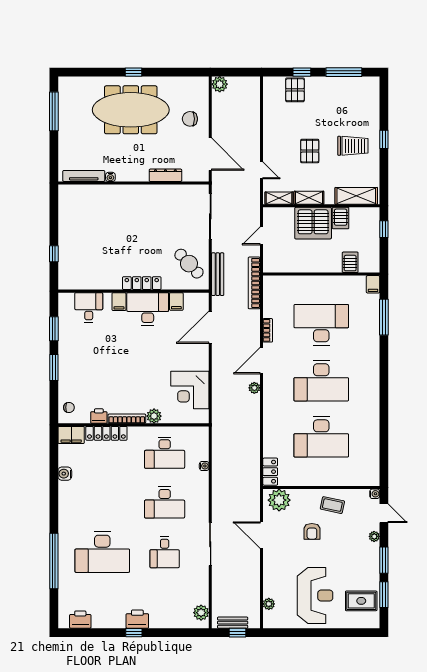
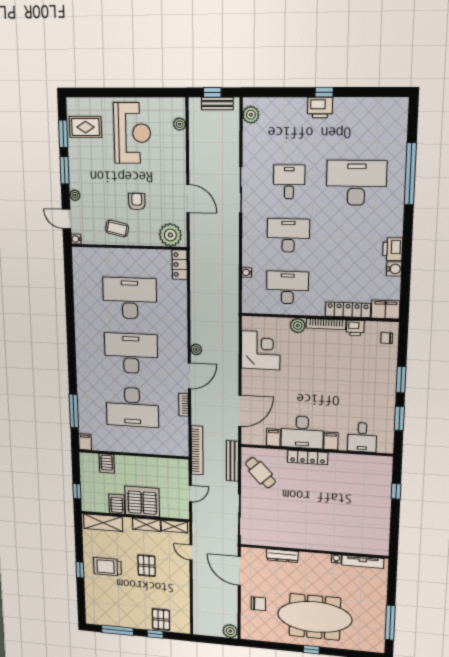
reception desk: (315, 596) -> (132, 133), turned 180
printer: (80, 620) -> (393, 249), moved, turned 90

